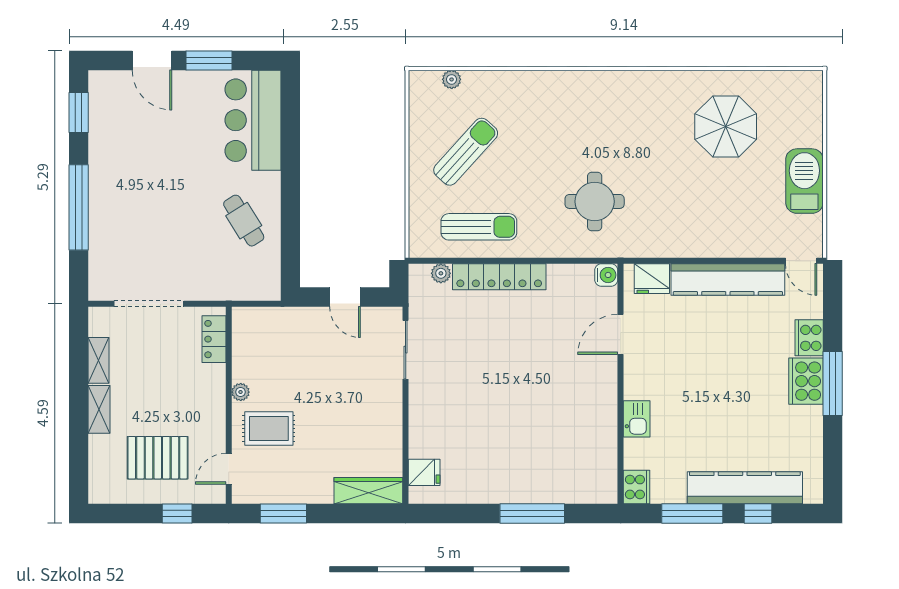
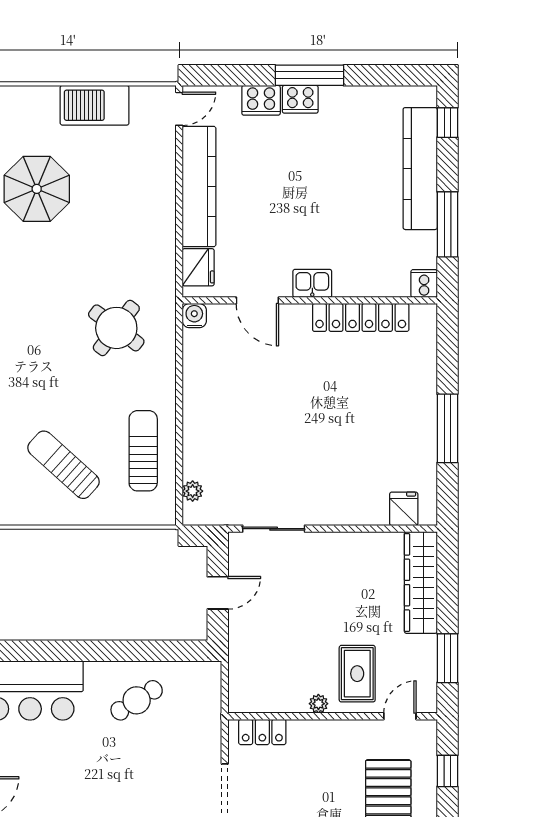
round table: (595, 201) -> (116, 328), turned 37
locker: (499, 277) -> (361, 317), moved, turned 90
cooker: (806, 381) -> (300, 99), width x0.73, depth x0.76
kitchen sink: (637, 419) -> (312, 283), moved
door: (229, 469) -> (400, 716), swing flipped
cooker: (636, 487) -> (424, 284), width x0.73
wardrobe: (368, 491) -> (421, 583), width x1.40, depth x1.17
window: (532, 513) -> (447, 428), moved
window: (758, 513) -> (447, 123), moved

